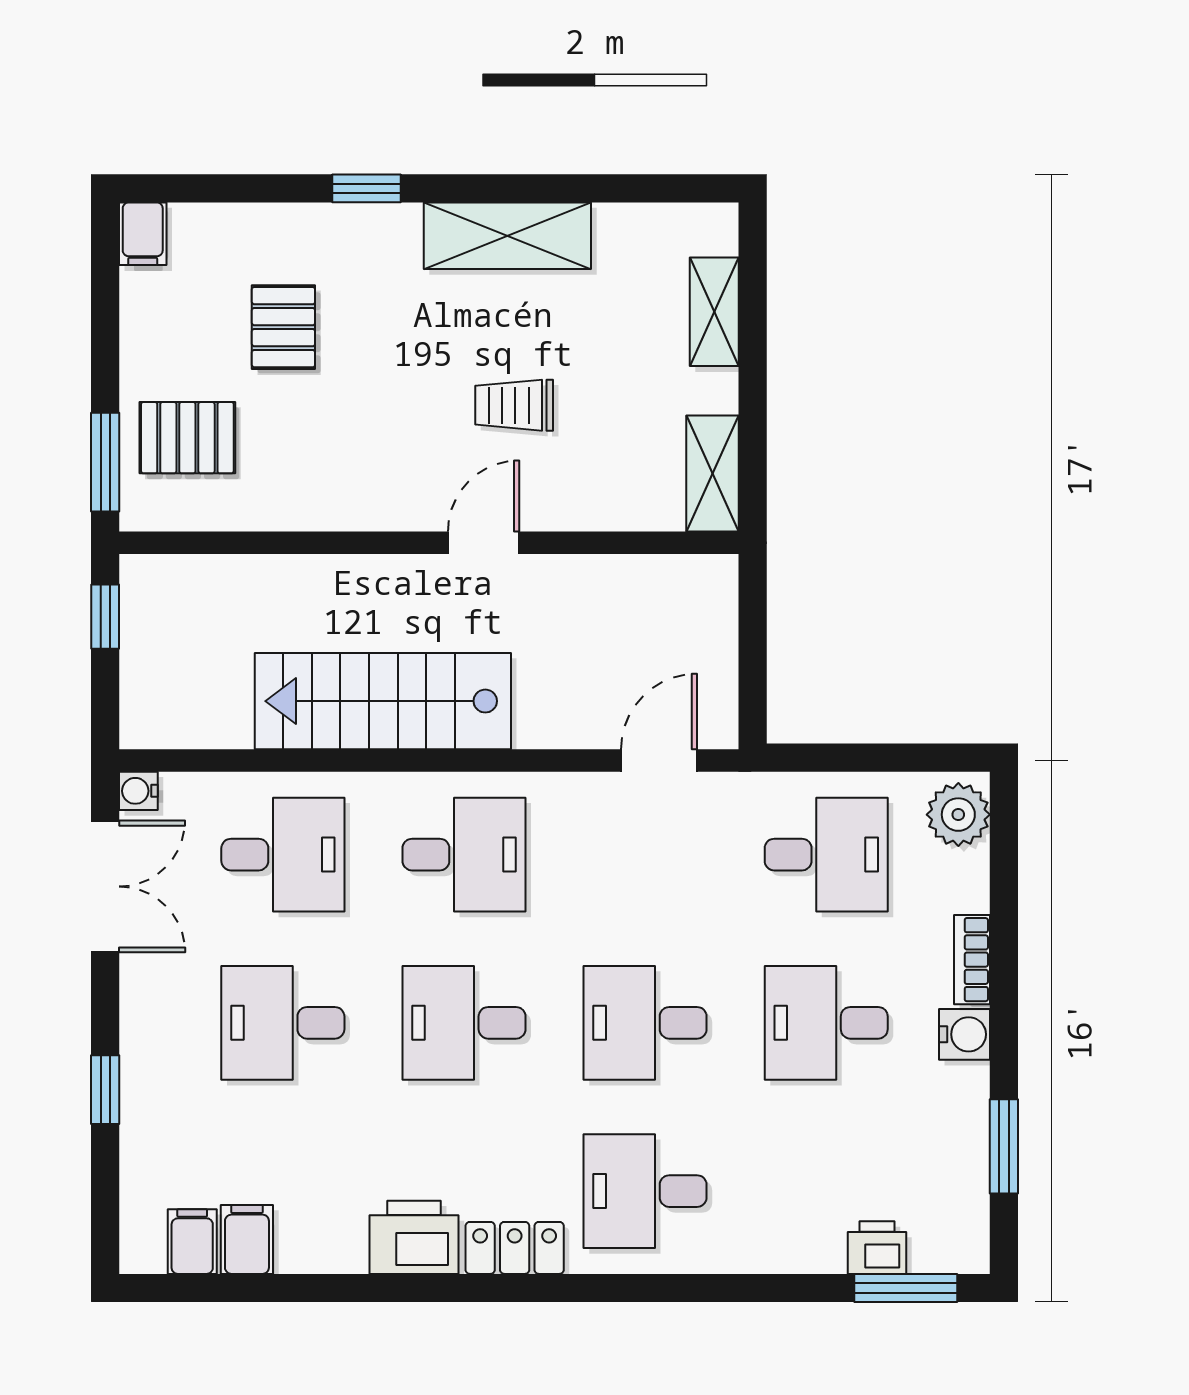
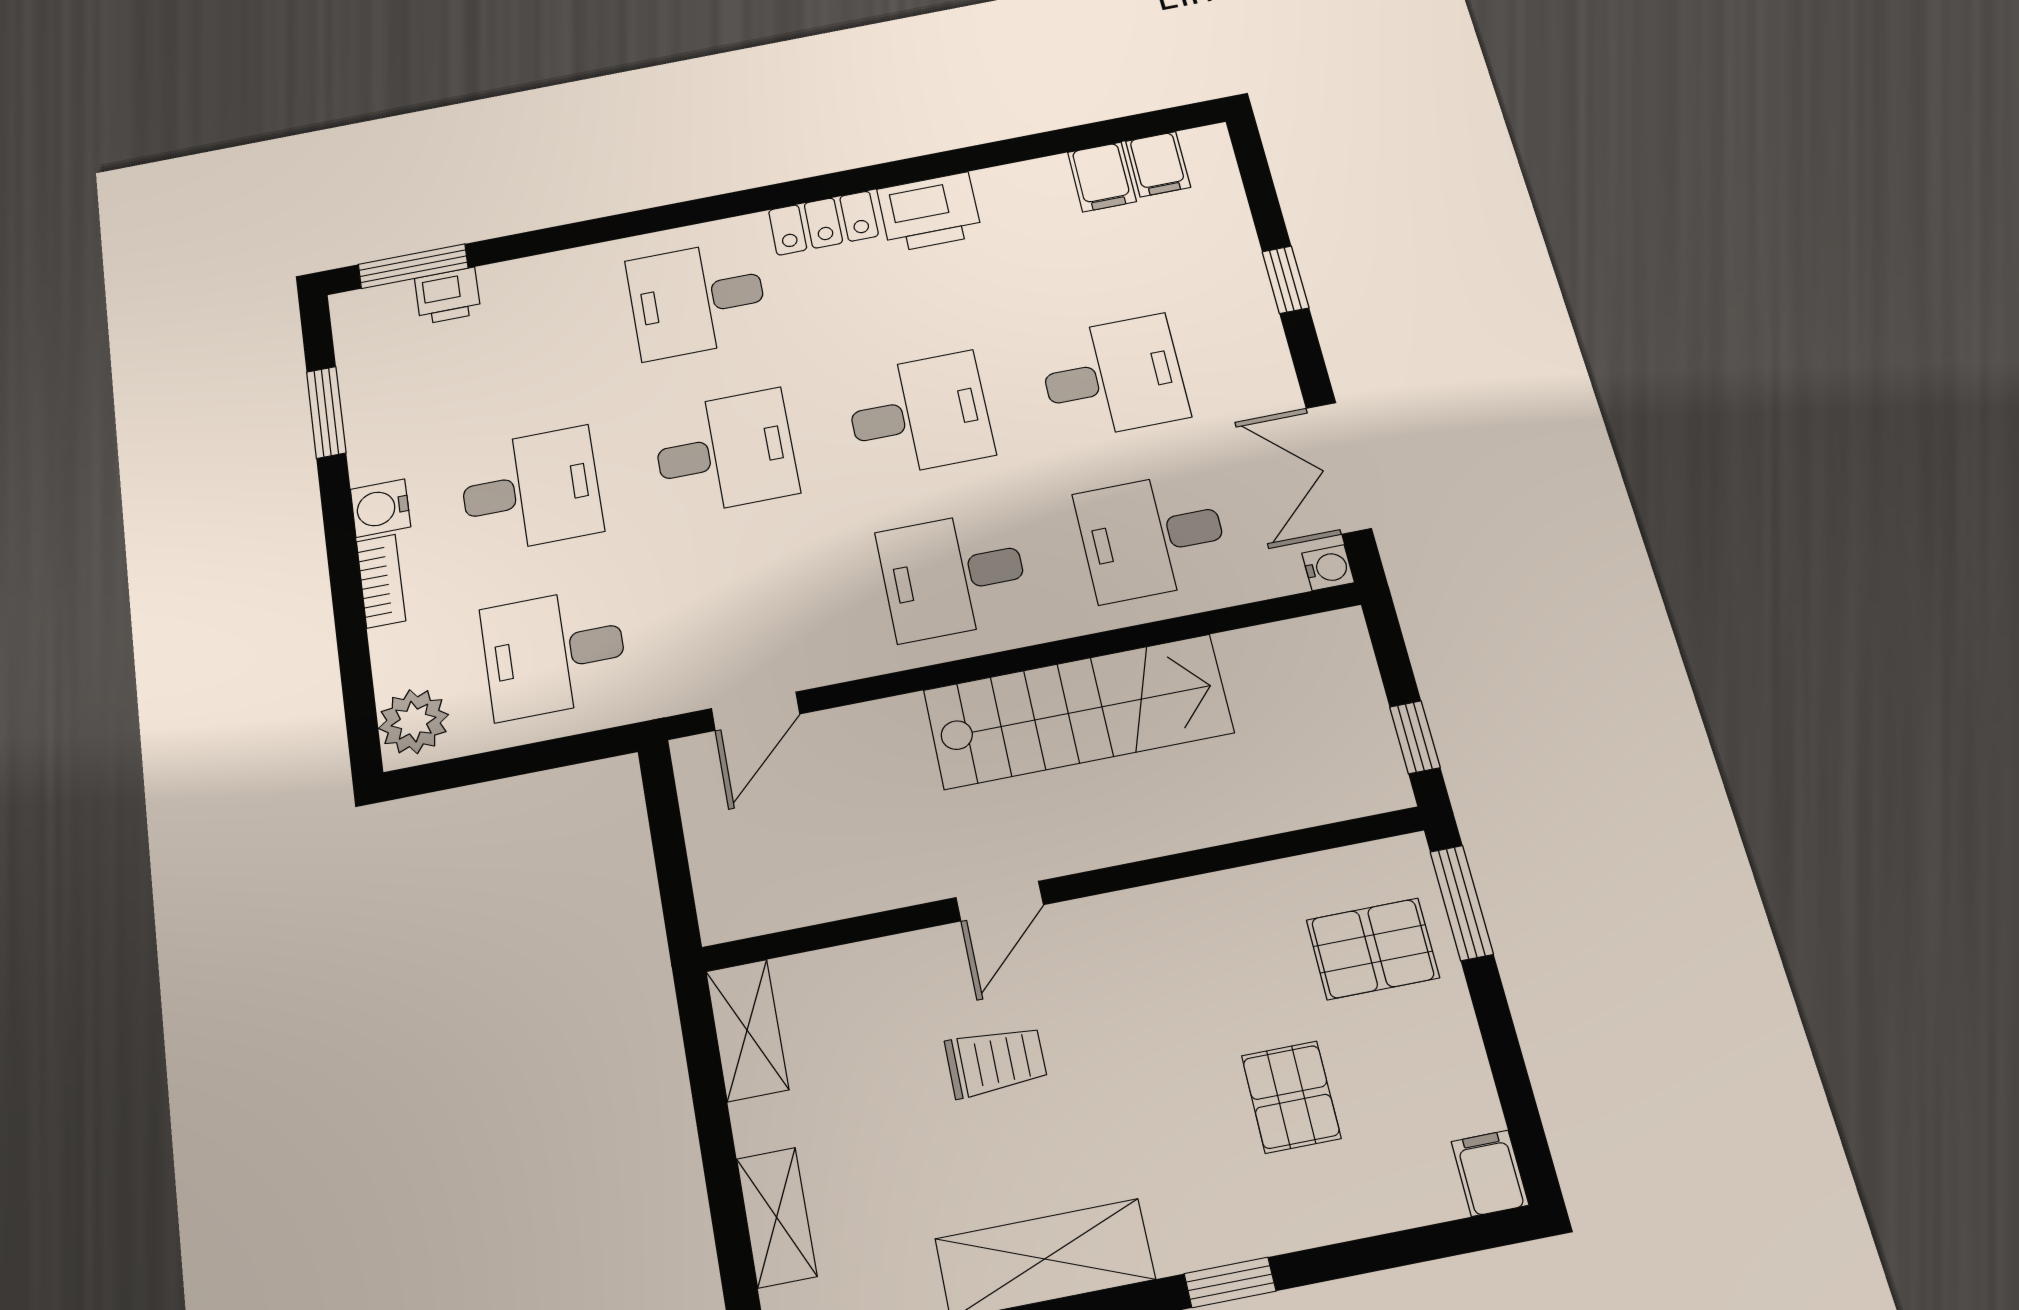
desk: (645, 1191) -> (697, 299), turned 180

